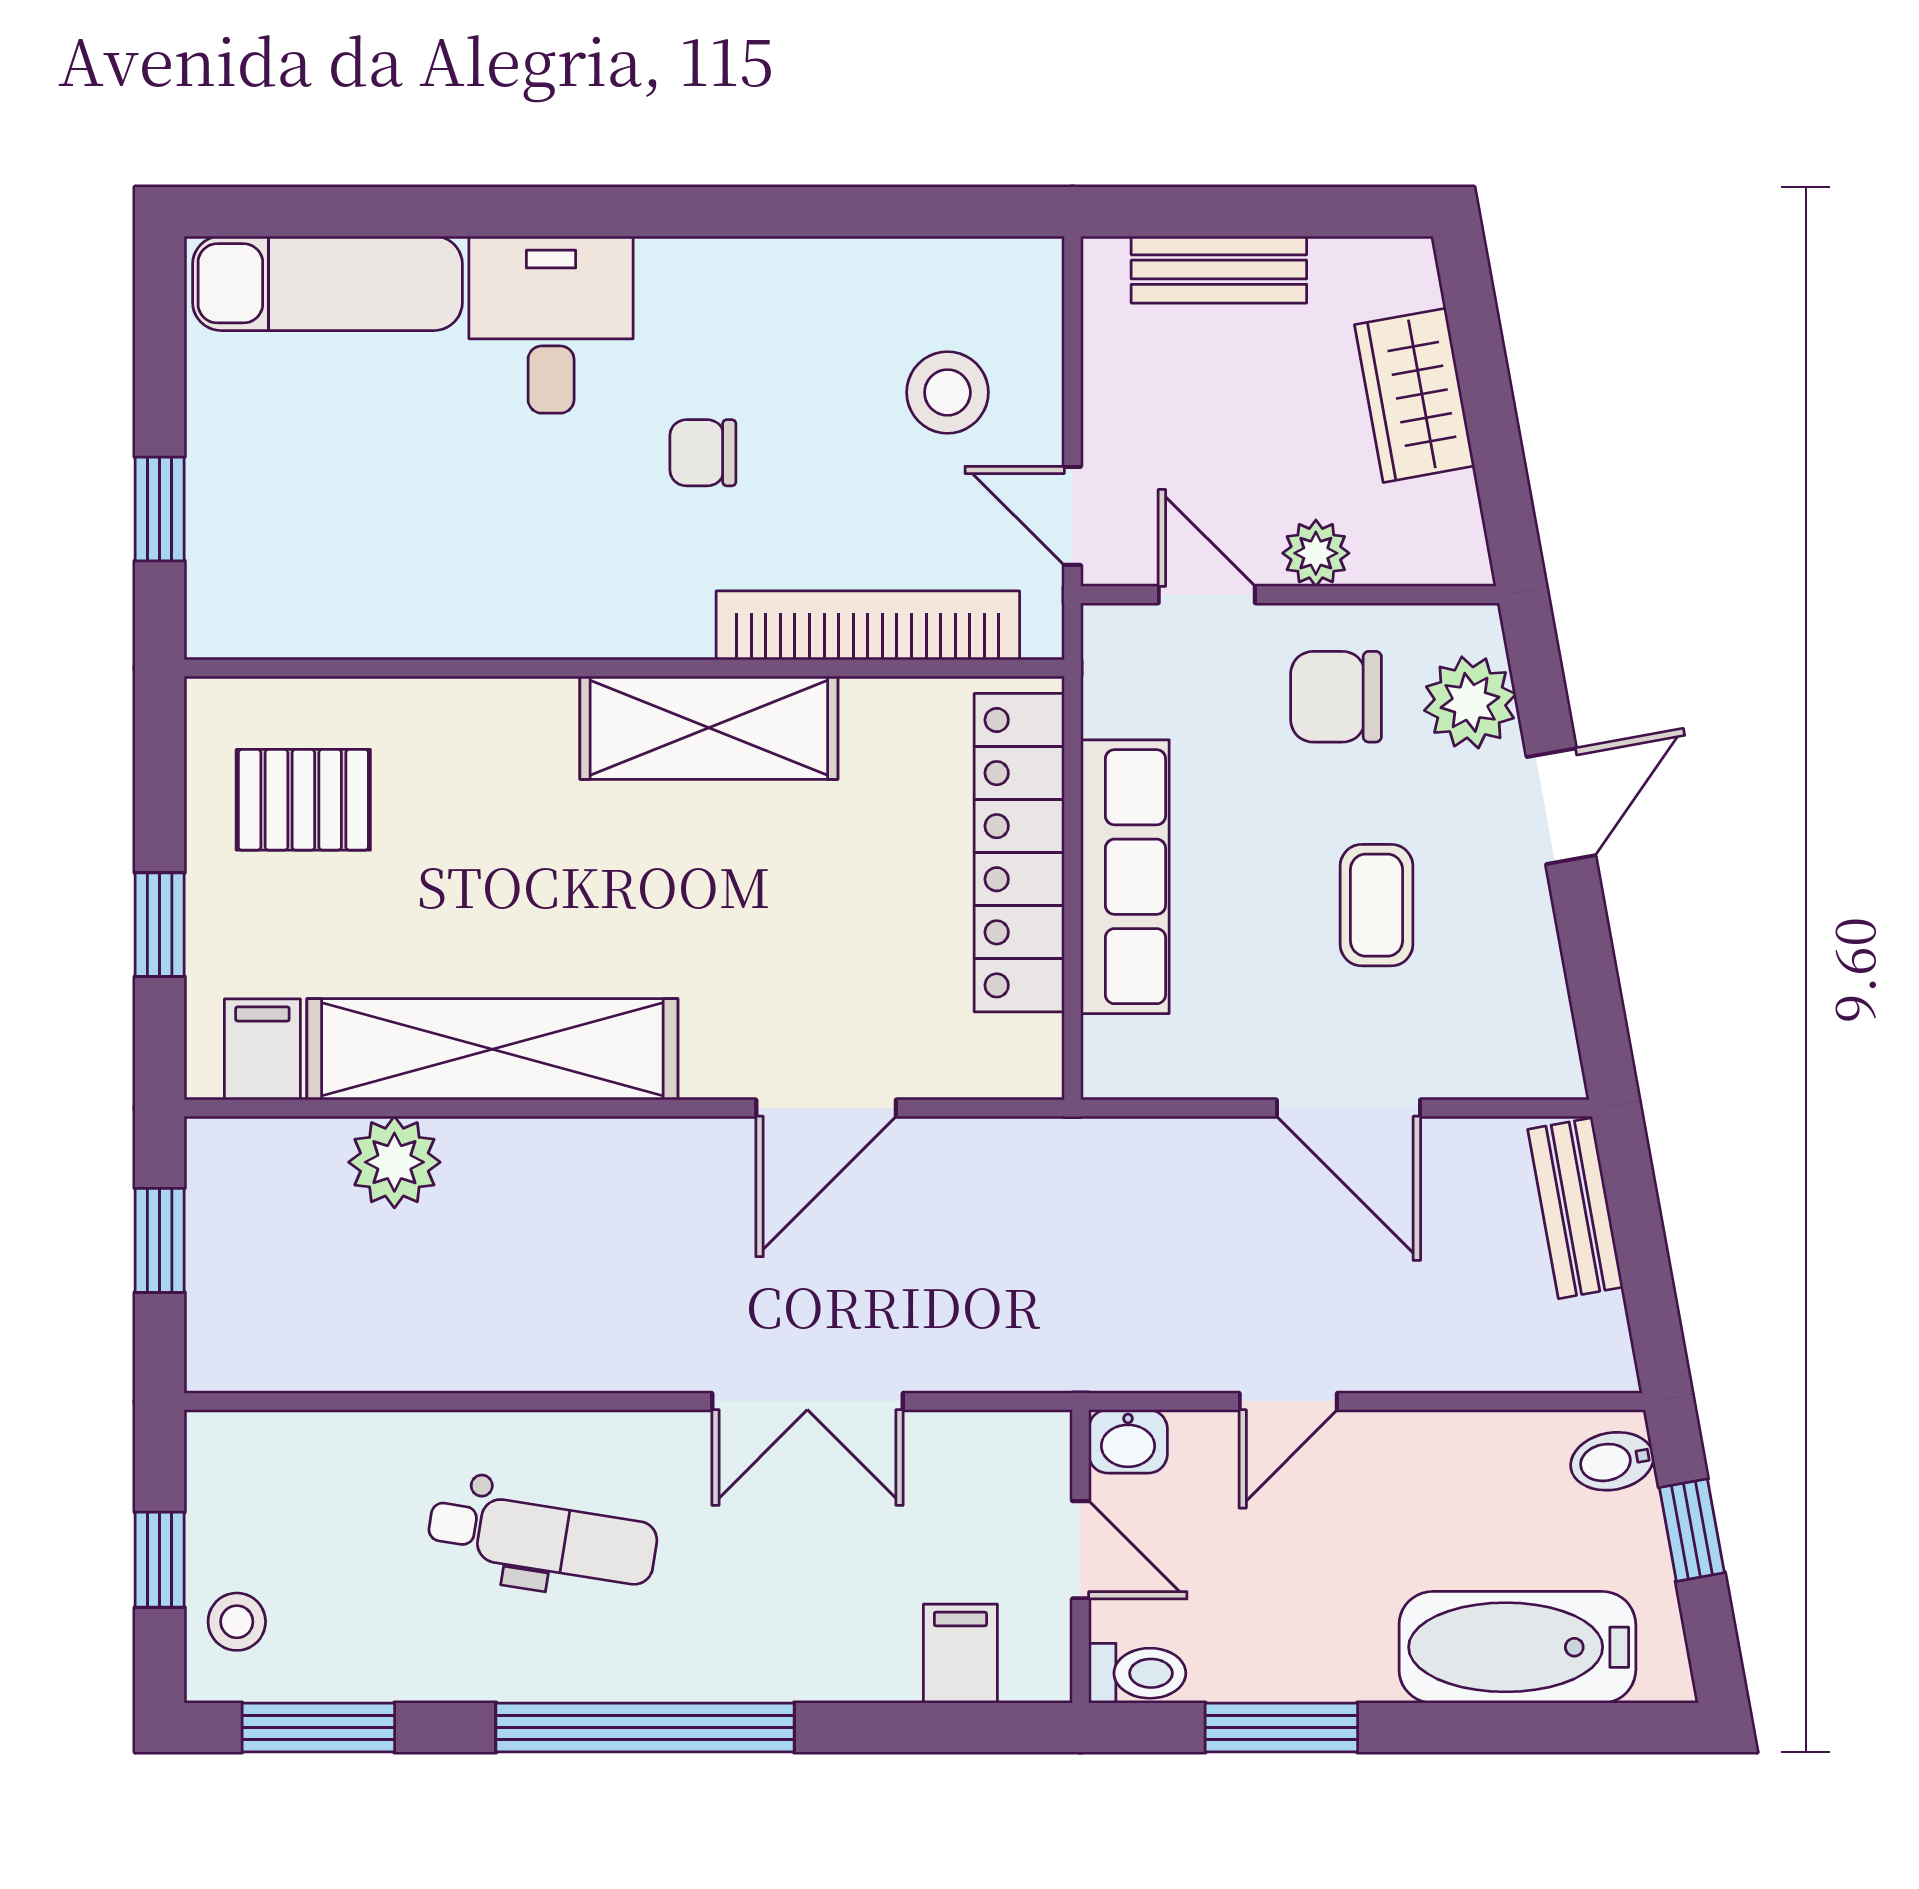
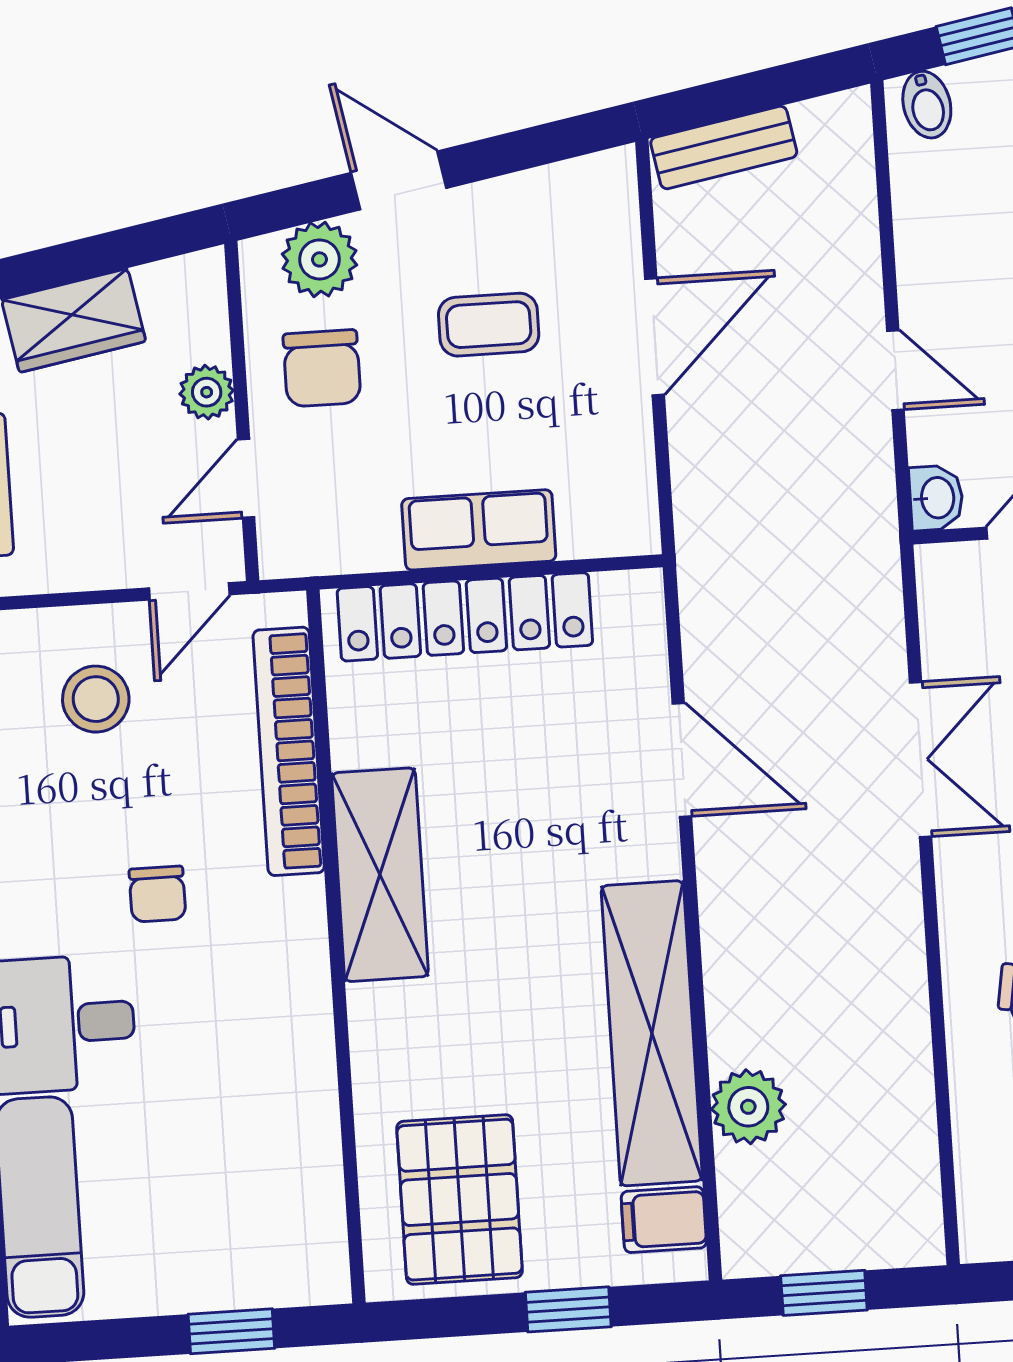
pallet: (303, 800) -> (460, 1200), width x1.50, depth x1.42
row of seats: (1125, 877) -> (479, 530), width x0.68

